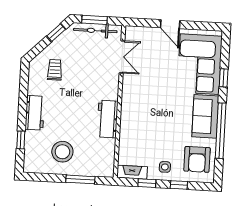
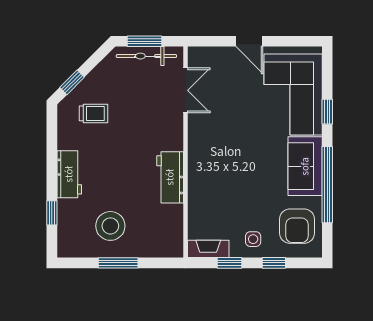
window: (56, 33) -> (72, 82), moved
trolley: (55, 70) -> (93, 113), turned 90
window: (80, 179) -> (118, 263), moved

